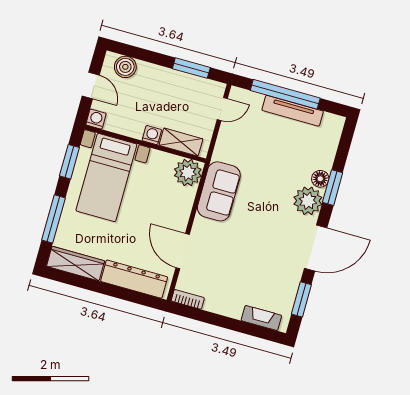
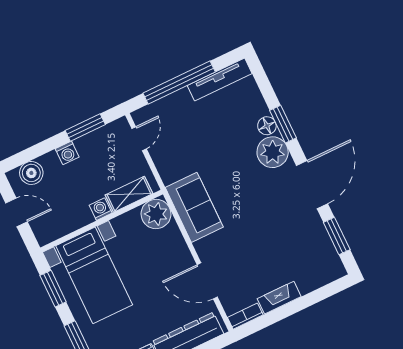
tv unit: (293, 111) -> (220, 79), moved
washing machine: (96, 119) -> (67, 153), moved, turned 180
fireplace: (261, 318) -> (279, 298), moved

